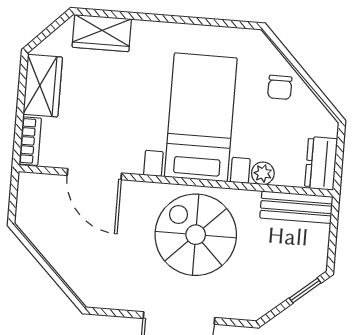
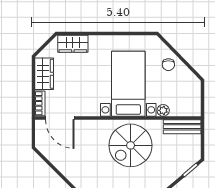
dresser: (321, 163) -> (193, 103), removed
door: (94, 174) -> (60, 118), moved
spiral stairs: (196, 235) -> (131, 145), turned -90

